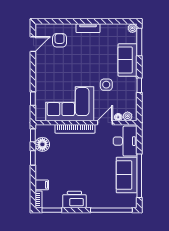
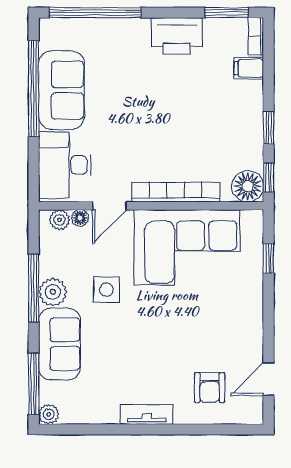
plant: (131, 84) -> (53, 292), added
window: (139, 85) -> (34, 288), width x2.17
floor lamp: (42, 144) -> (248, 186), moved

